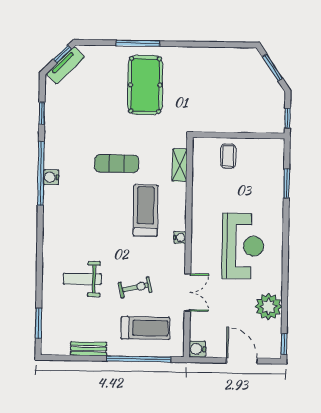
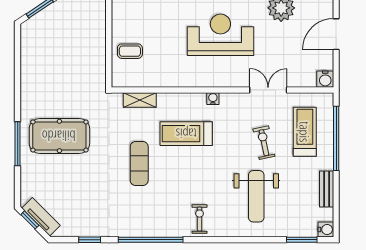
water cooler: (51, 177) -> (326, 230), moved, turned -90
exercise bike: (61, 222) -> (200, 219), added
weight bench: (82, 279) -> (256, 196), width x1.36, depth x1.33

